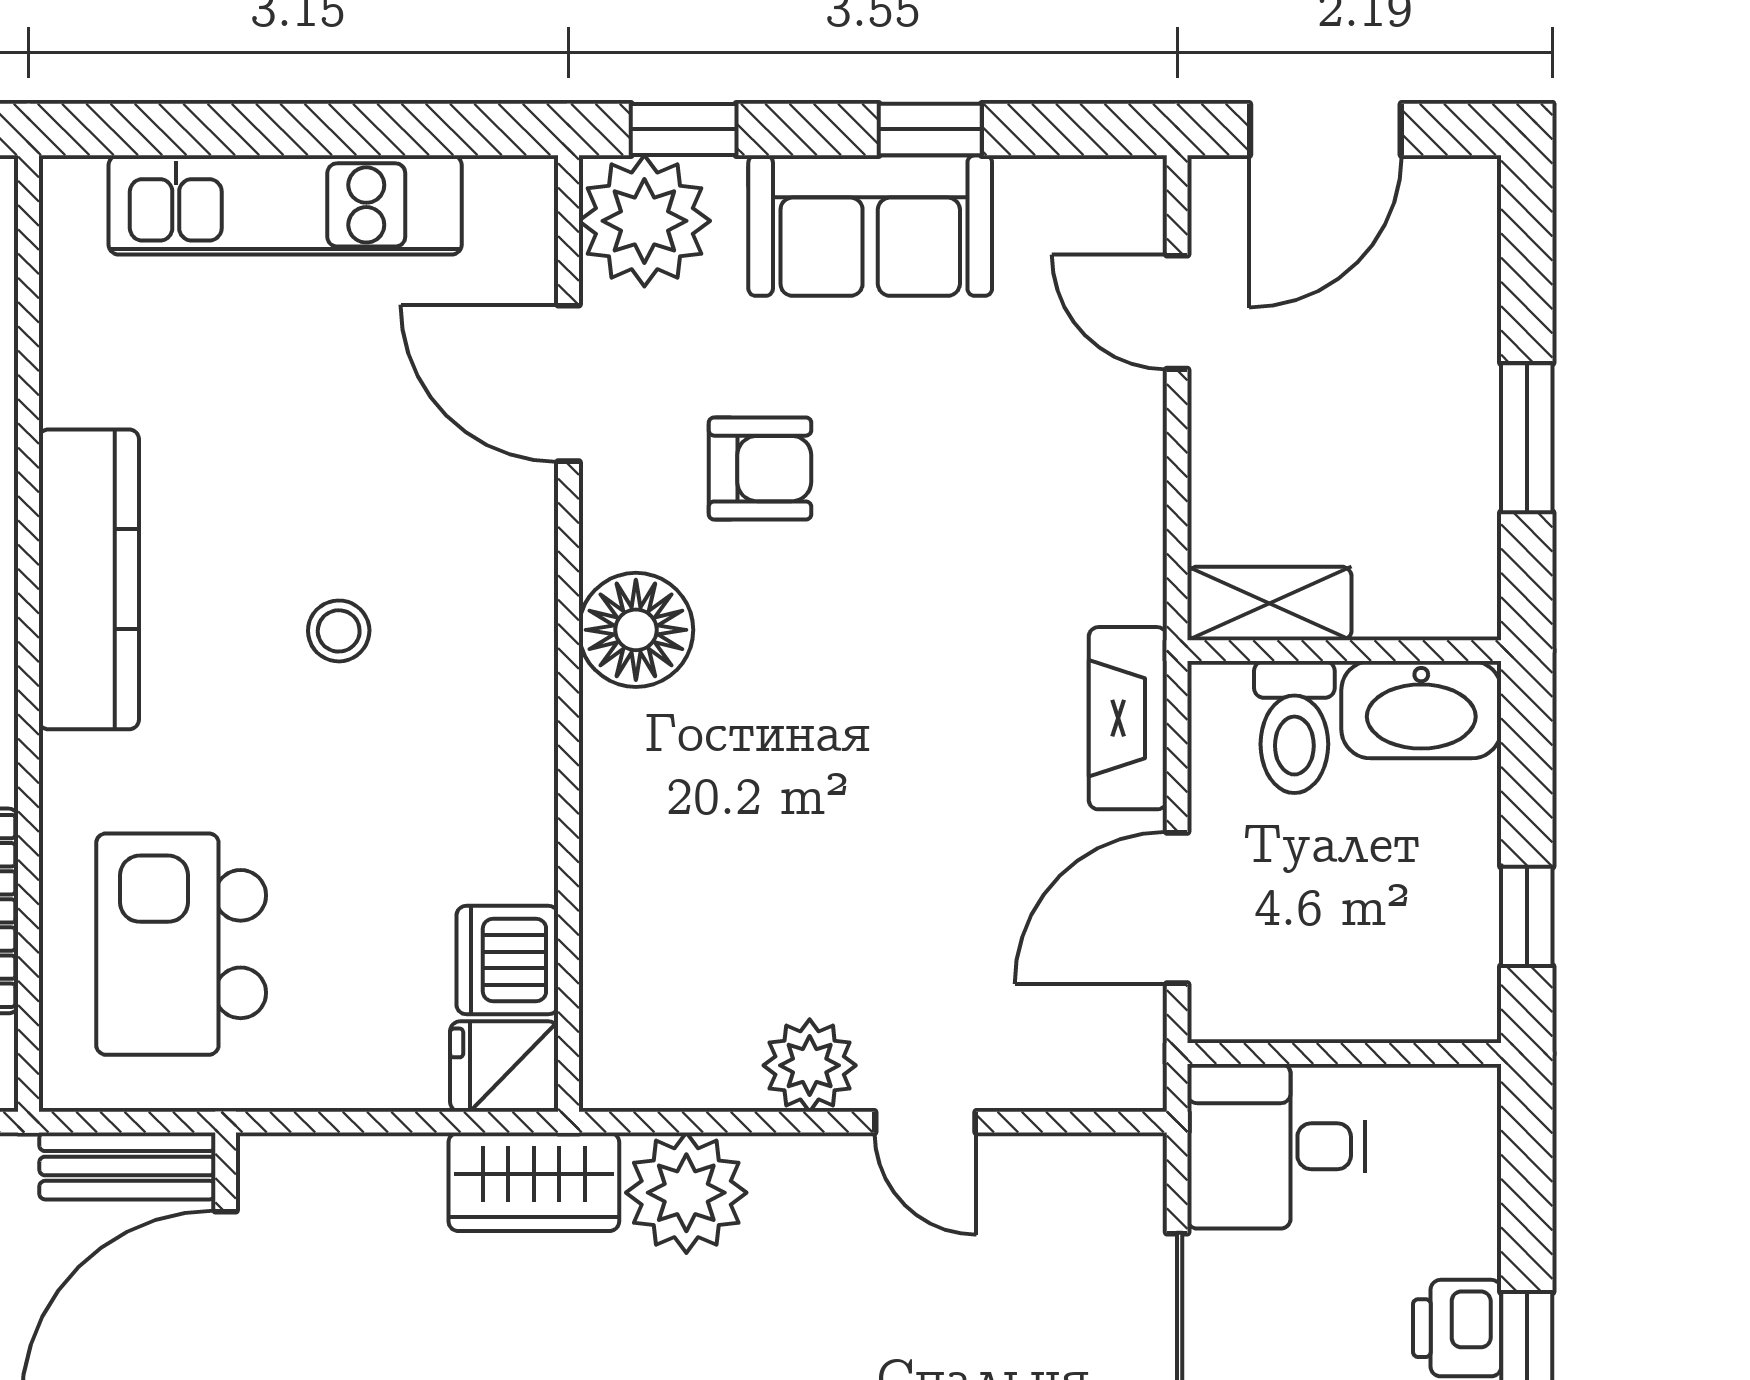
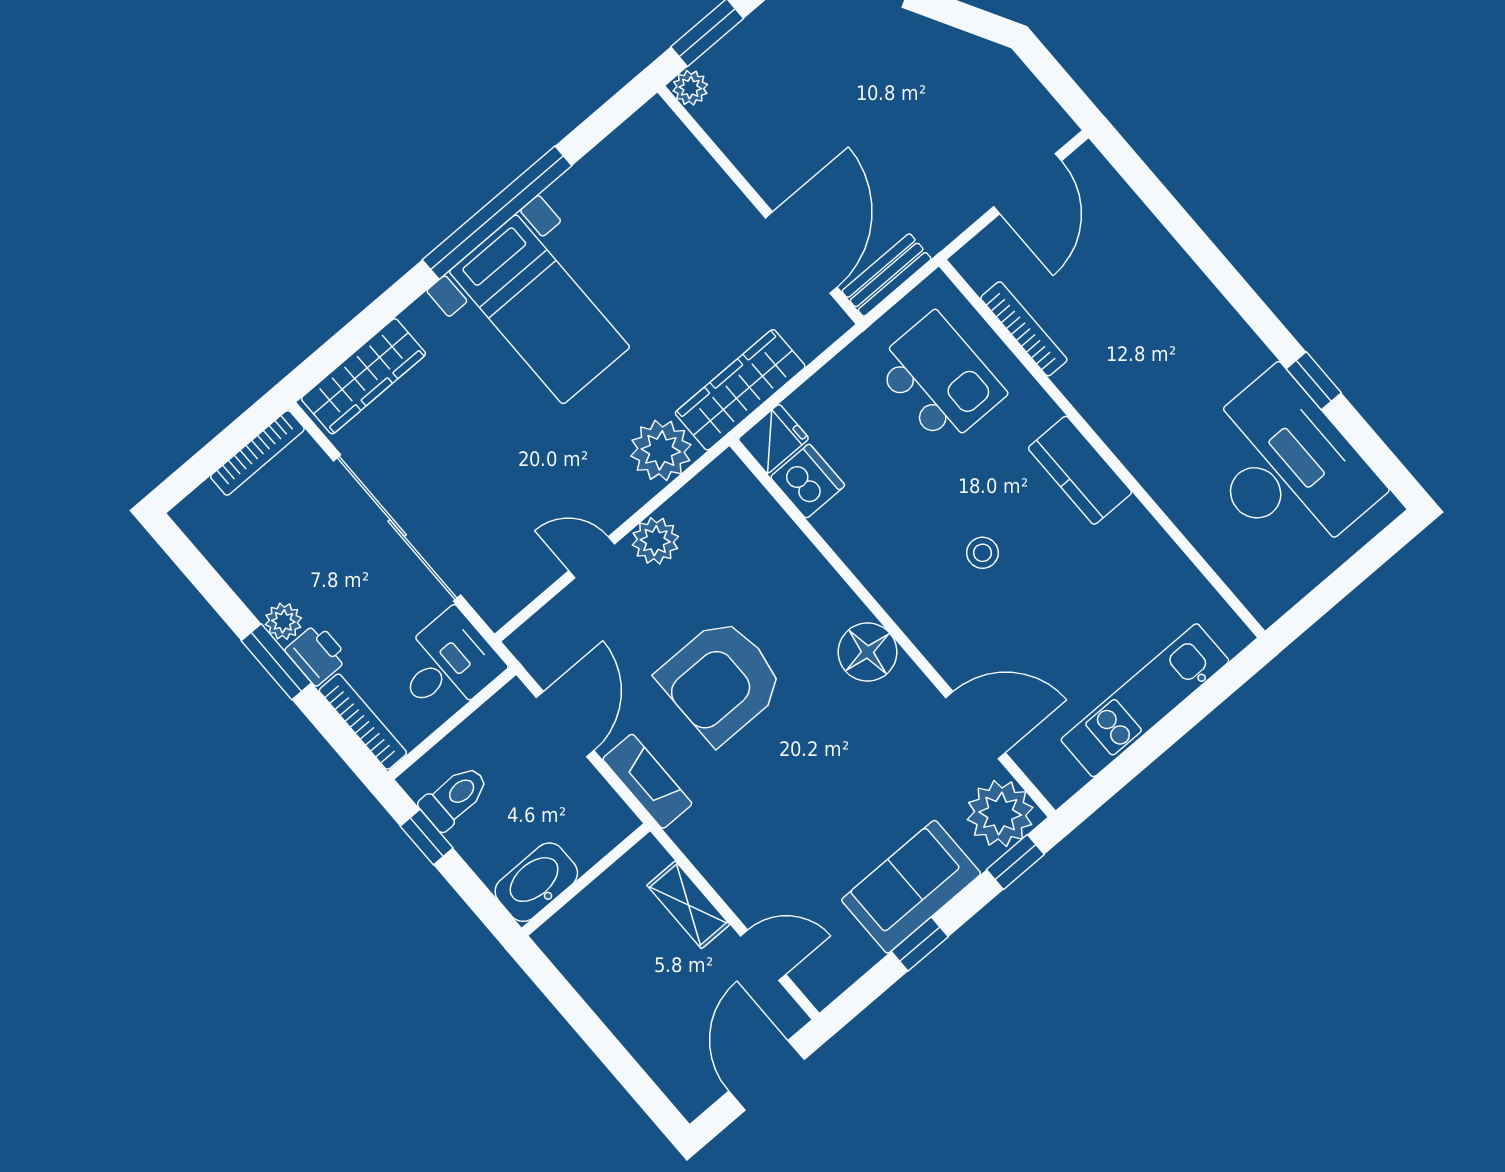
window: (1527, 438) -> (586, 1023), removed
armchair: (760, 469) -> (721, 681), moved, width x1.88, depth x1.88
kitchen counter: (89, 579) -> (1080, 470), width x0.67
shelving: (1269, 603) -> (688, 905), moved, turned 90
toilet: (1294, 727) -> (454, 797), moved, turned 90
bookcase: (1475, 1169) -> (363, 722), added
wardrobe: (534, 1182) -> (740, 390), width x1.50

